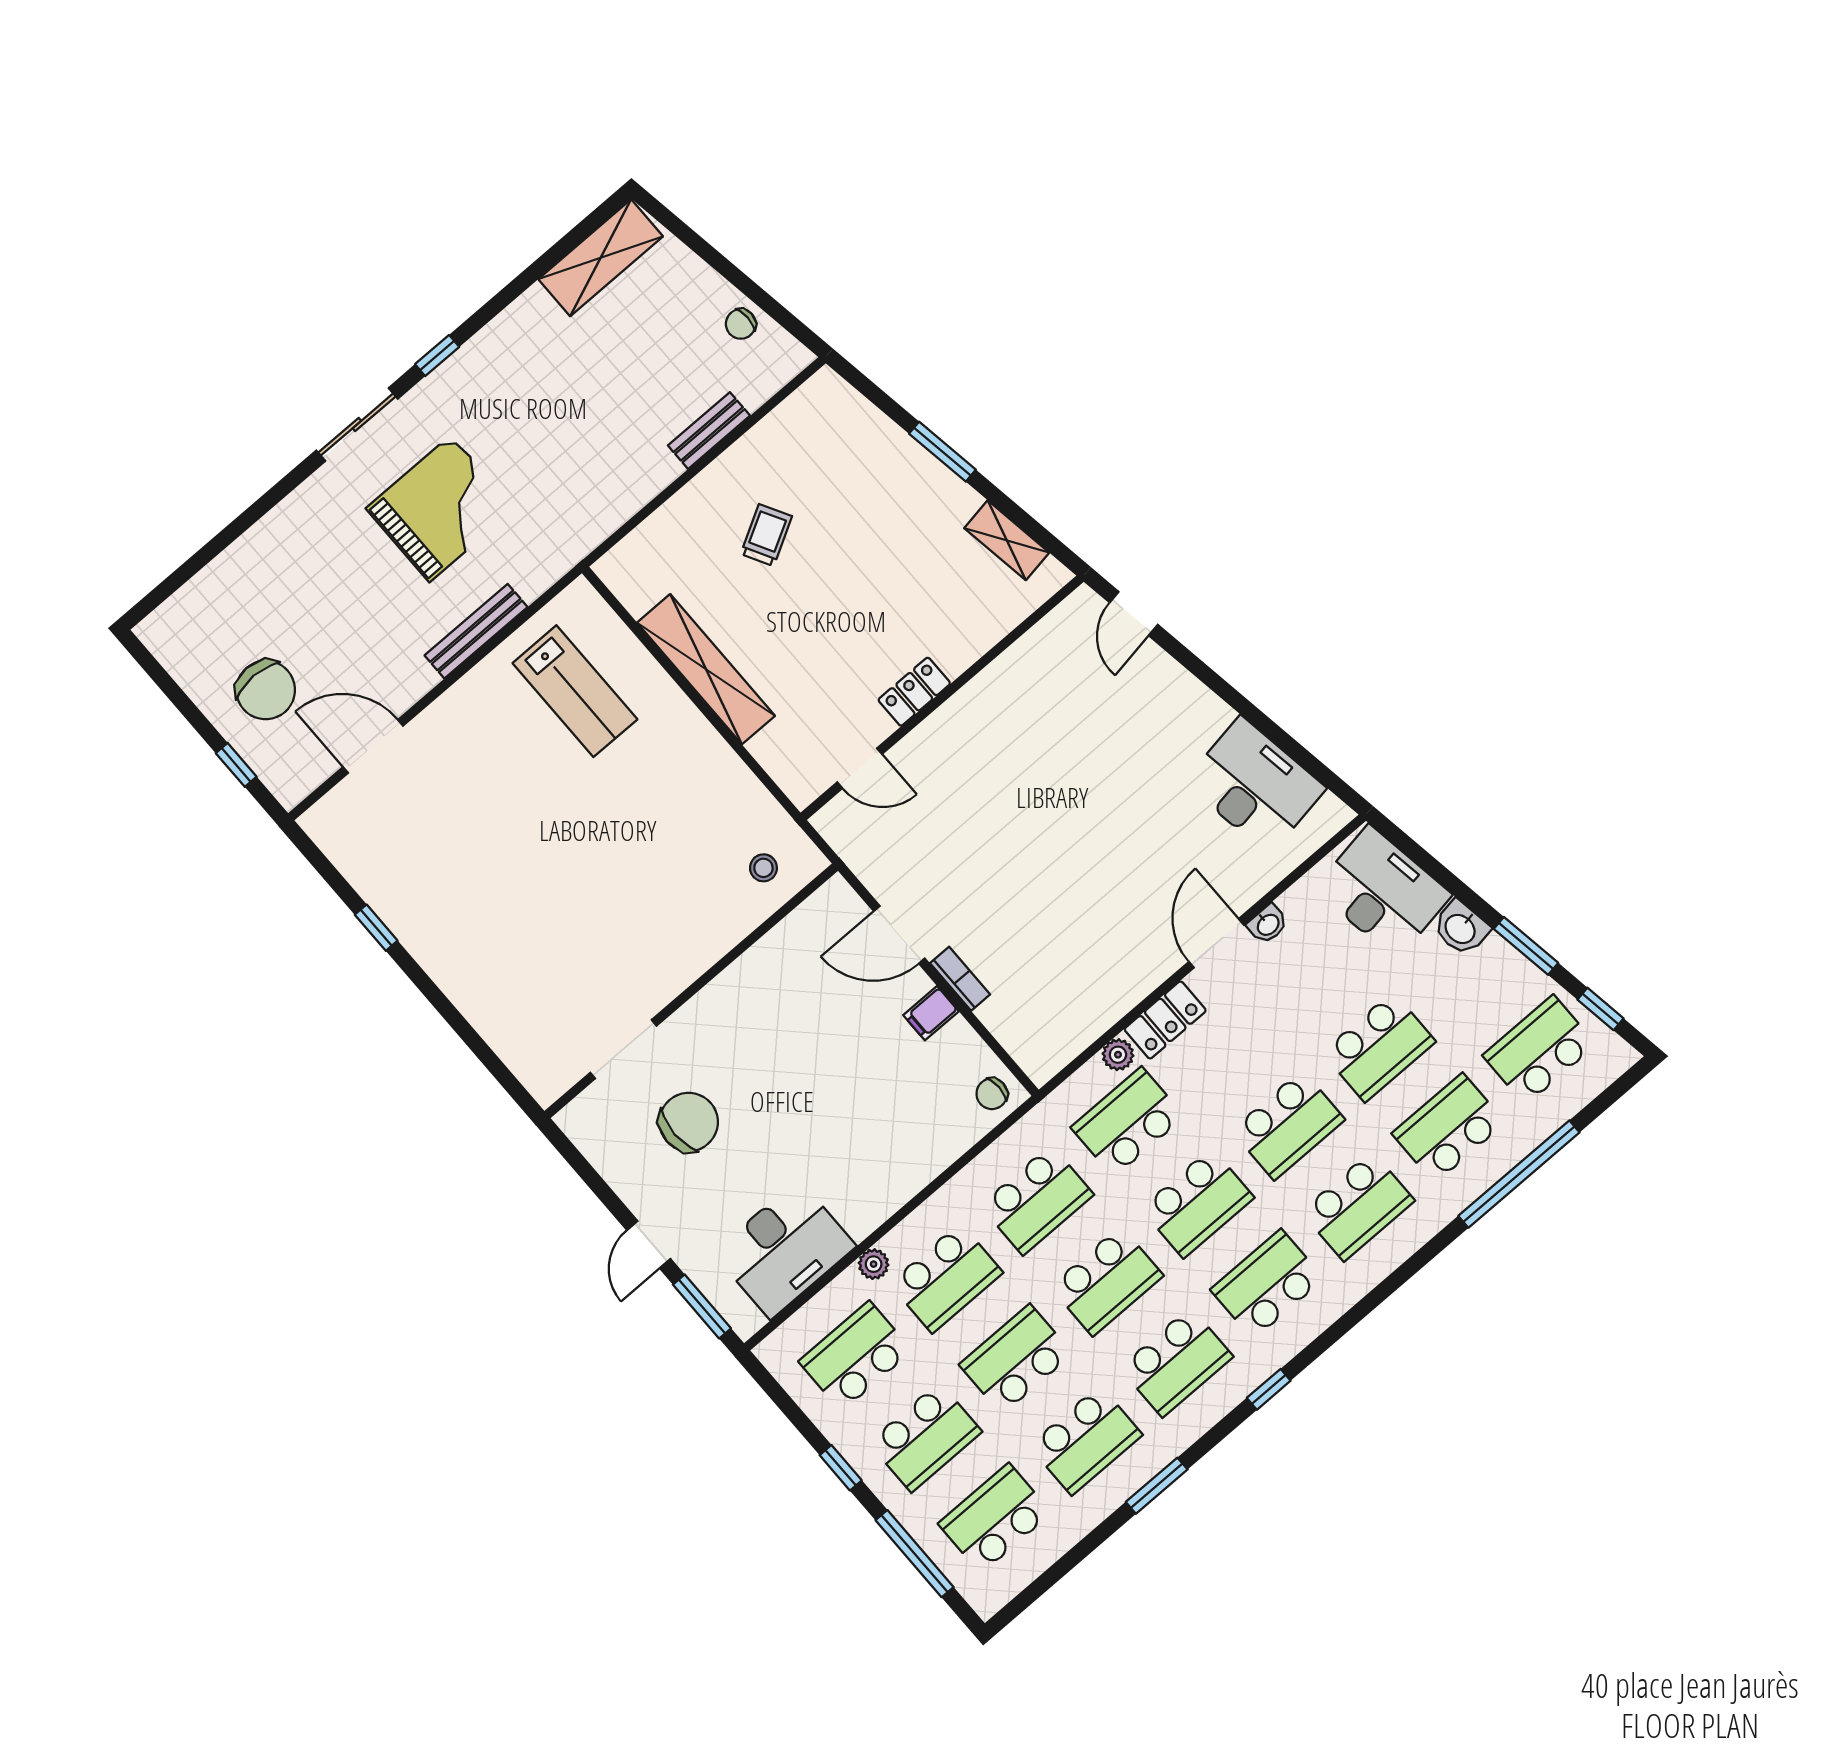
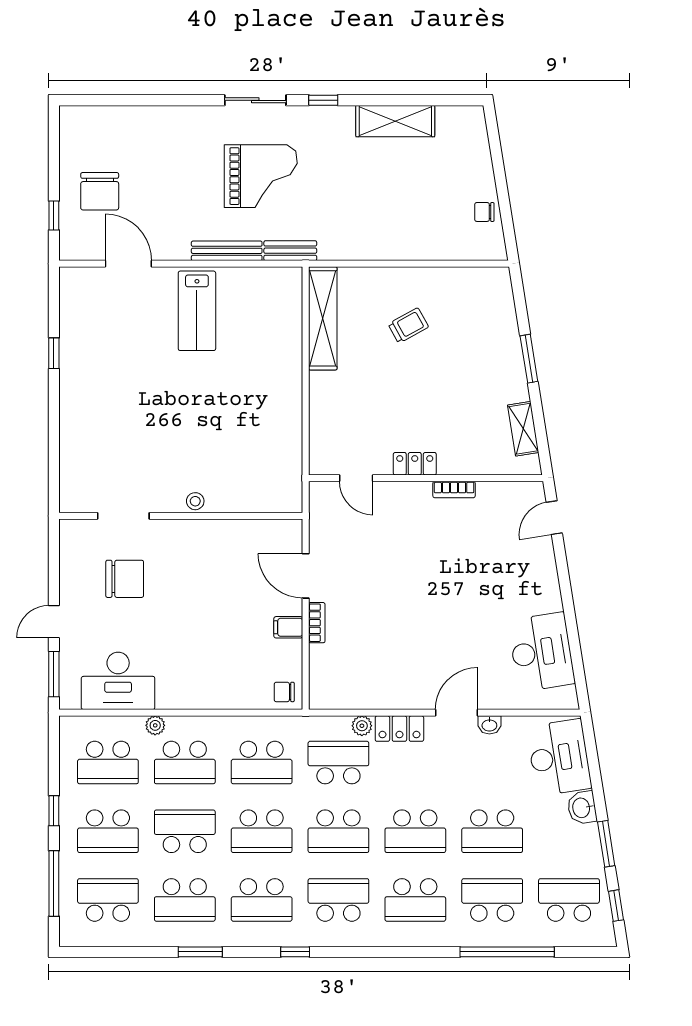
shelving: (601, 258) -> (395, 121), moved
bench: (709, 431) -> (290, 251), moved
shelving: (706, 669) -> (323, 318), moved
bookcase: (987, 682) -> (454, 490), added
lab bench: (575, 691) -> (197, 311), moved
stool: (763, 868) -> (195, 501), moved
school desk: (855, 1356) -> (108, 763), turned 180

